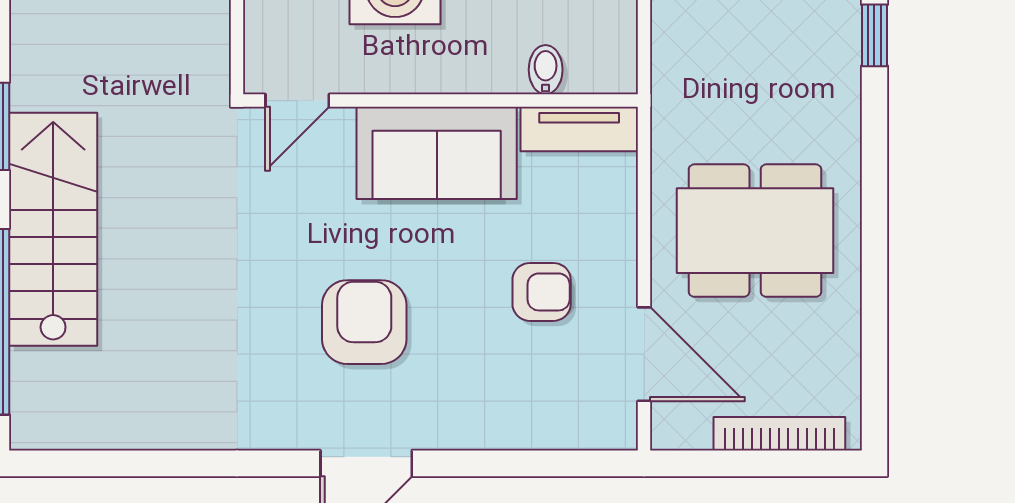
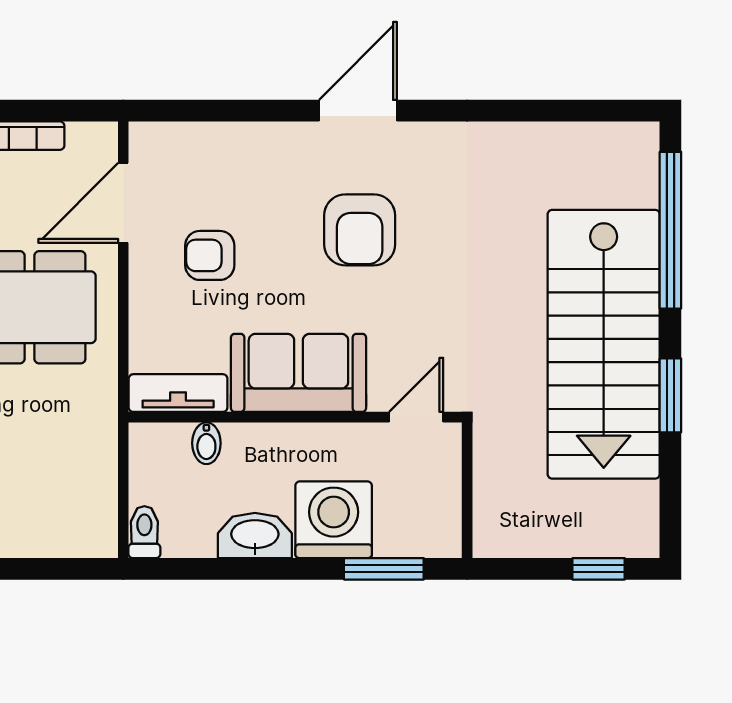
stairs: (53, 229) -> (604, 344), width x1.36, depth x1.51
door: (644, 354) -> (123, 203), hinge flipped

